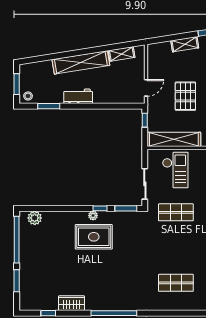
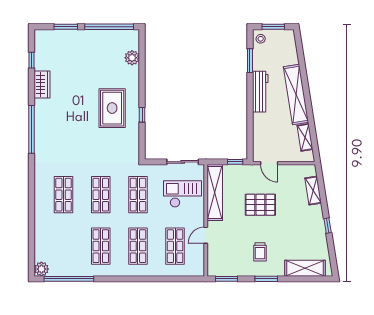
shelving: (185, 44) -> (313, 191), moved
workbench: (78, 96) -> (260, 92), width x1.38
checkout: (175, 170) -> (183, 194), turned 180
sliding door: (145, 184) -> (183, 162), moved
window: (126, 208) -> (142, 142), removed
plant: (93, 216) -> (135, 107), removed
plant: (35, 218) -> (132, 58), moved
shop shelf: (176, 248) -> (101, 195), added

